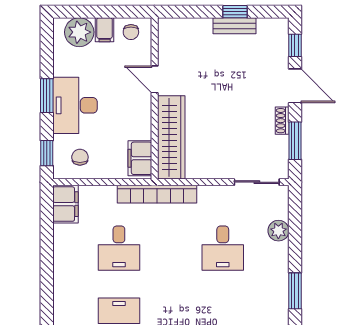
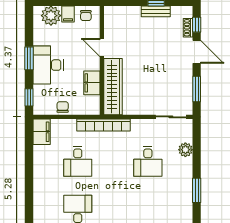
shoe rack: (282, 121) -> (188, 28), moved
chair: (80, 157) -> (63, 107), moved
filing cabinet: (140, 158) -> (92, 83), moved

